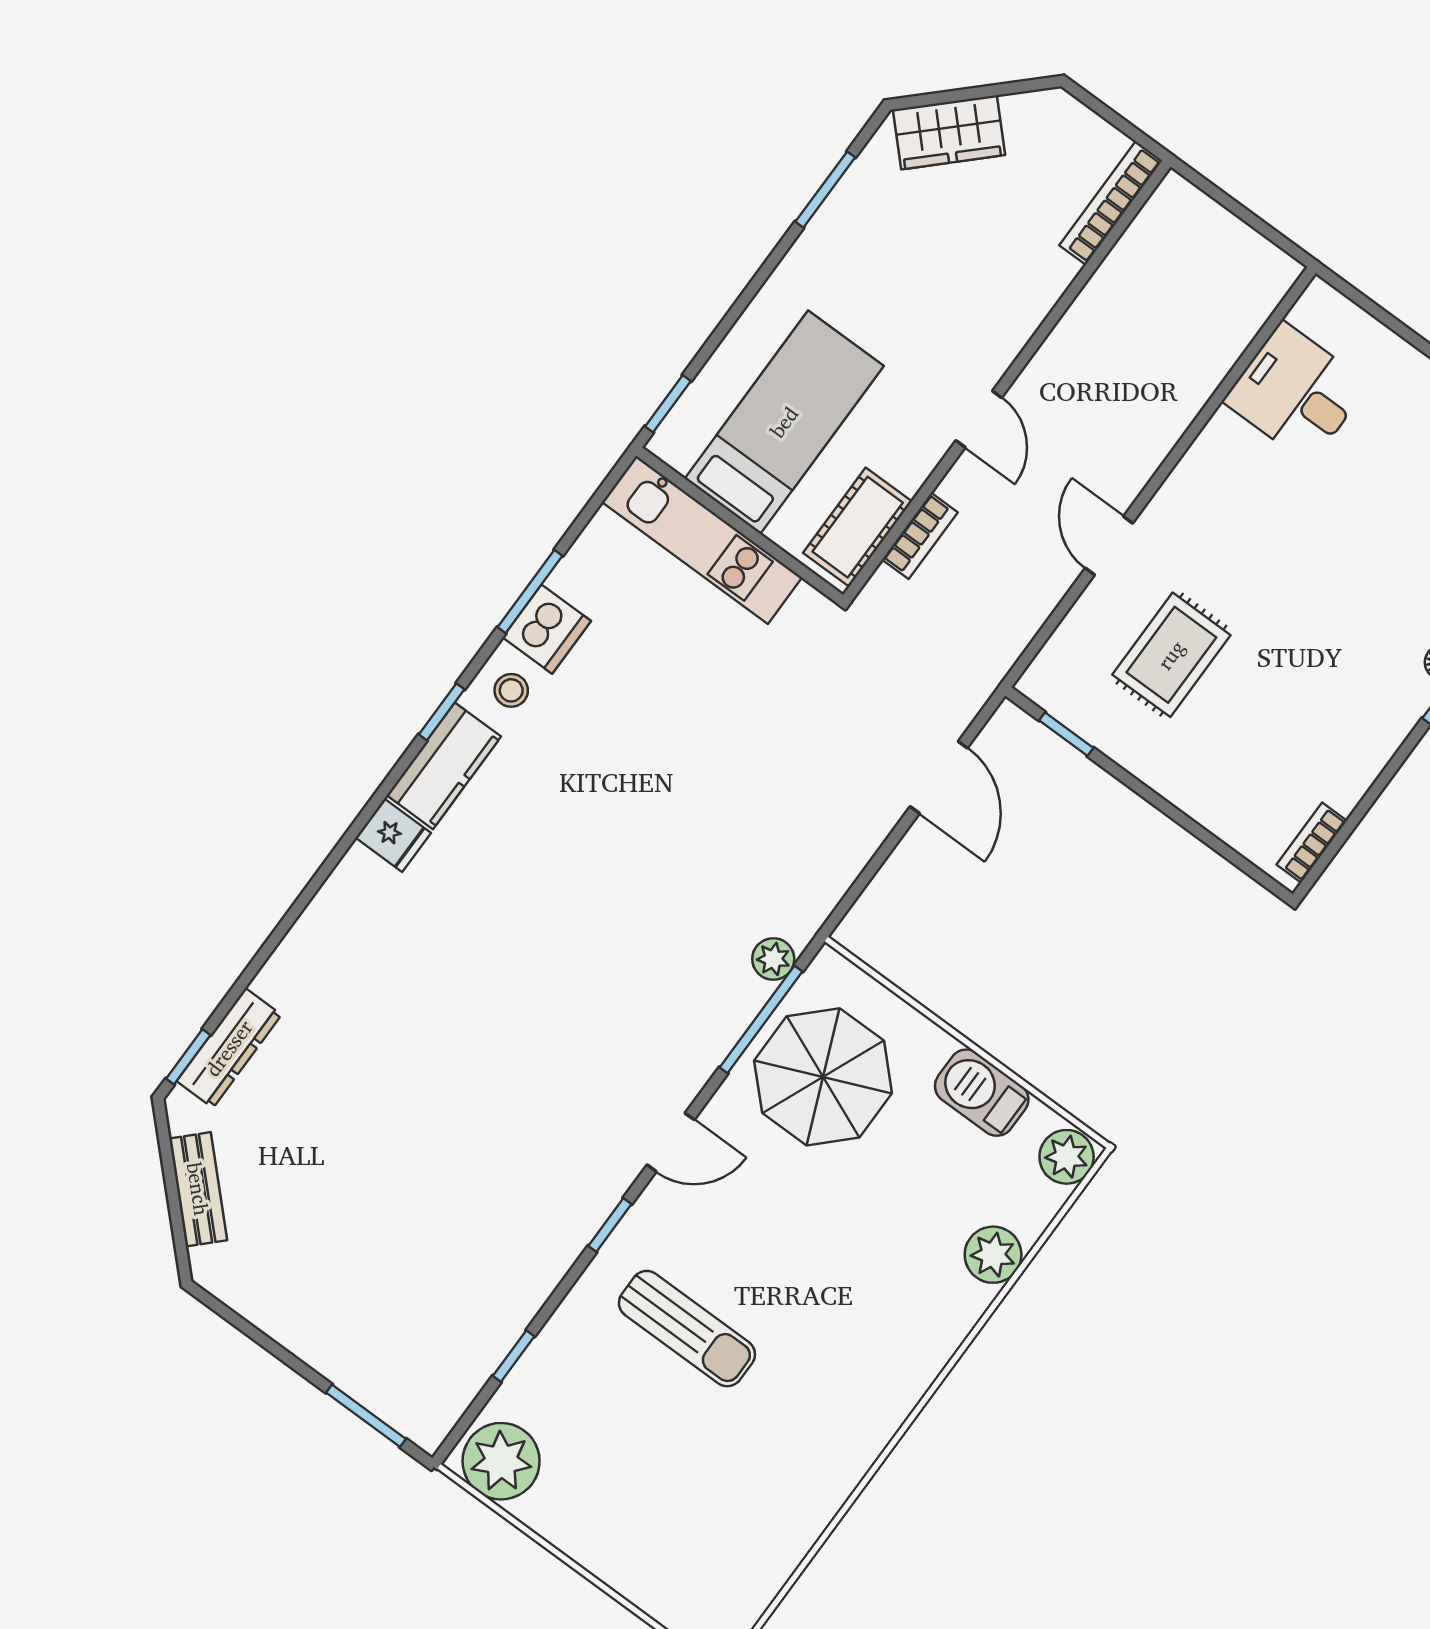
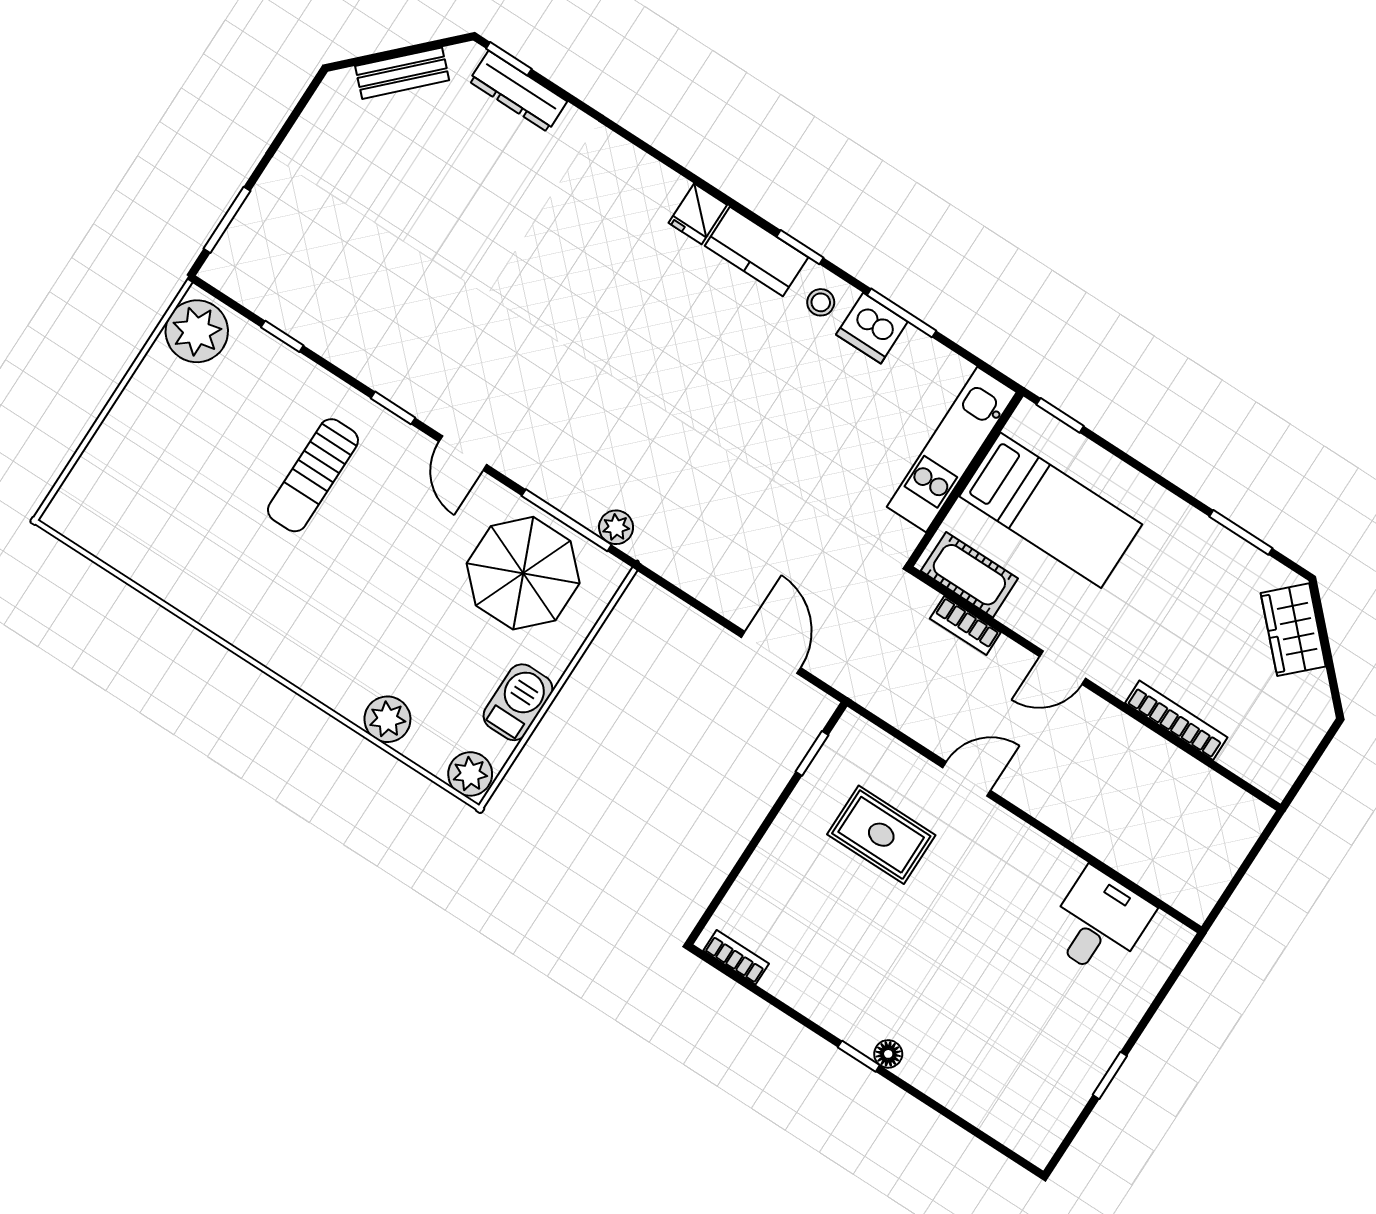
bookcase: (1111, 203) -> (1176, 720), moved
door: (939, 777) -> (771, 652), swing flipped

